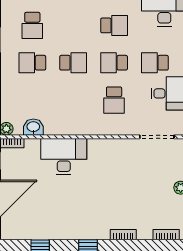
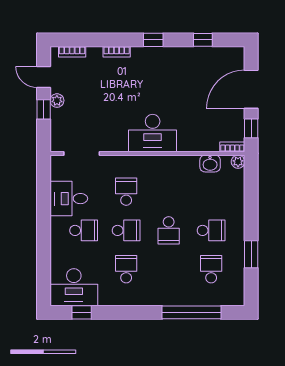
school desk: (114, 25) -> (126, 269), turned 90
school desk: (73, 63) -> (169, 230), turned -90
desk: (64, 156) -> (153, 133), moved

